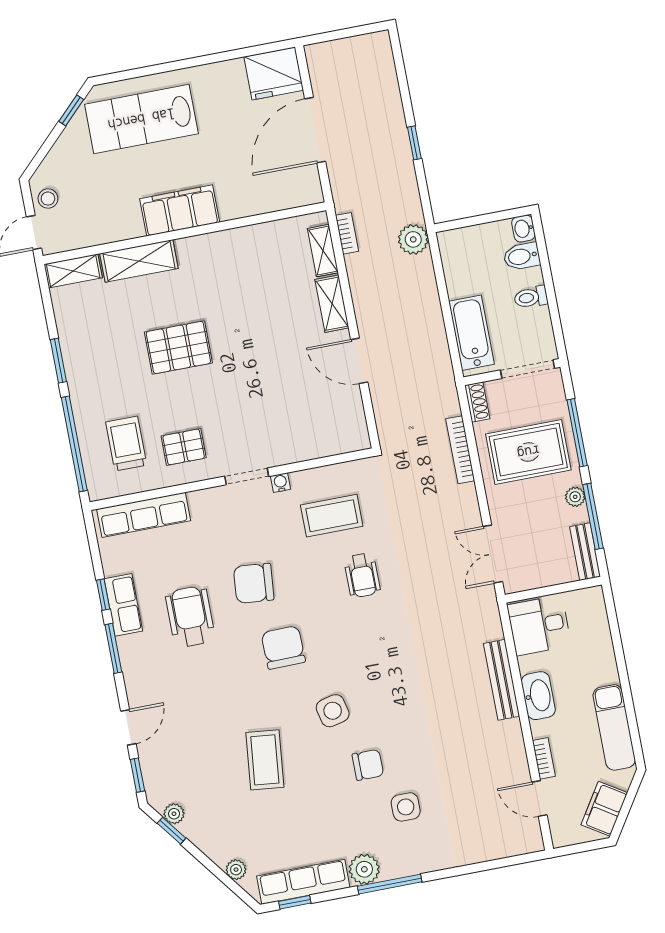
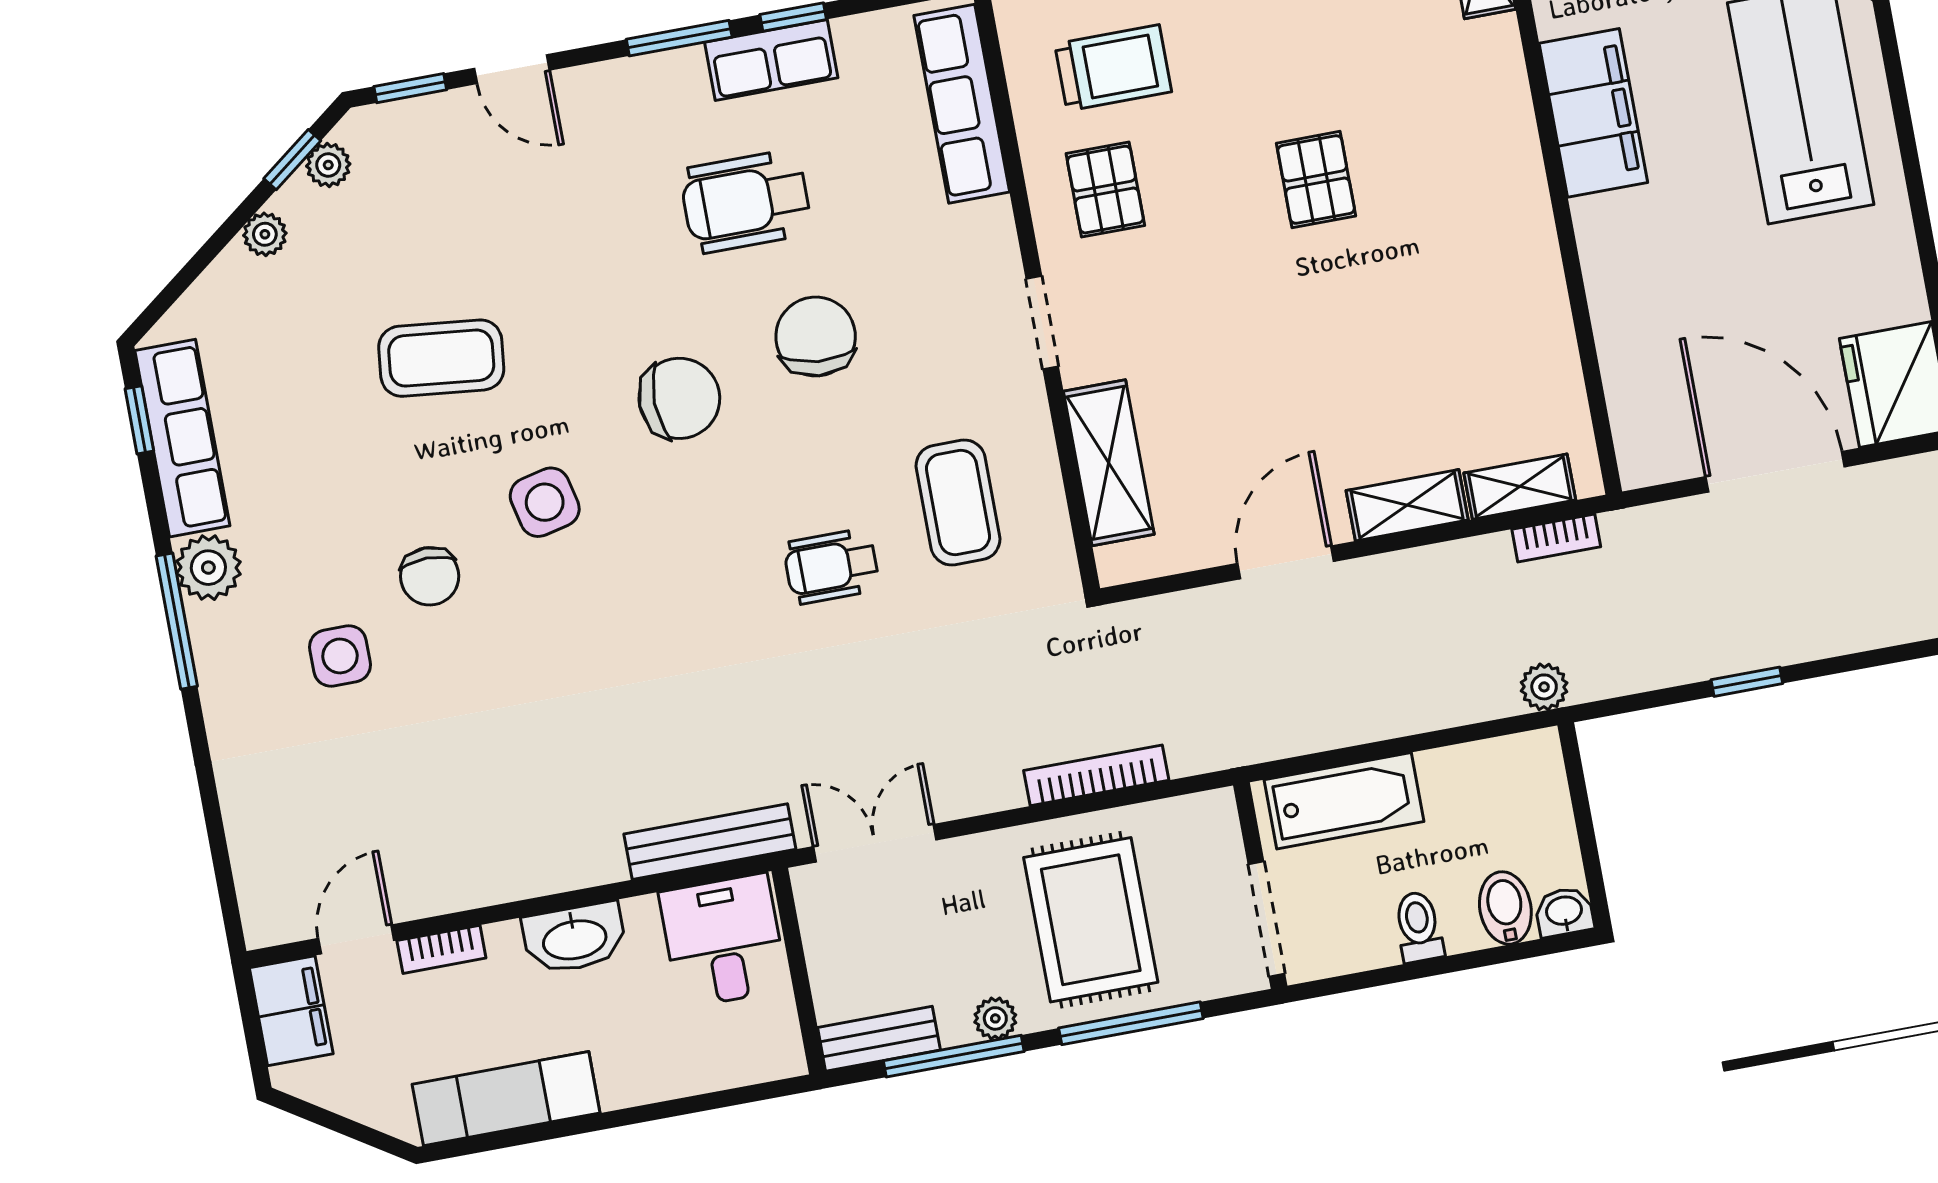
filing cabinet: (180, 210) -> (1593, 113), moved
plant: (413, 239) -> (1544, 687), width x0.73, depth x0.73
shelving: (139, 261) -> (1109, 463), moved
pallet: (178, 347) -> (1316, 180), width x0.67, depth x0.71
shoe rack: (477, 402) -> (1197, 812), removed
water cooler: (281, 483) -> (1029, 394), removed
wheelchair: (190, 617) -> (746, 201), turned 180
bench: (502, 680) -> (710, 842), moved
filing cabinet: (604, 809) -> (291, 1011), moved, turned 57
plant: (236, 870) -> (265, 234), moved

